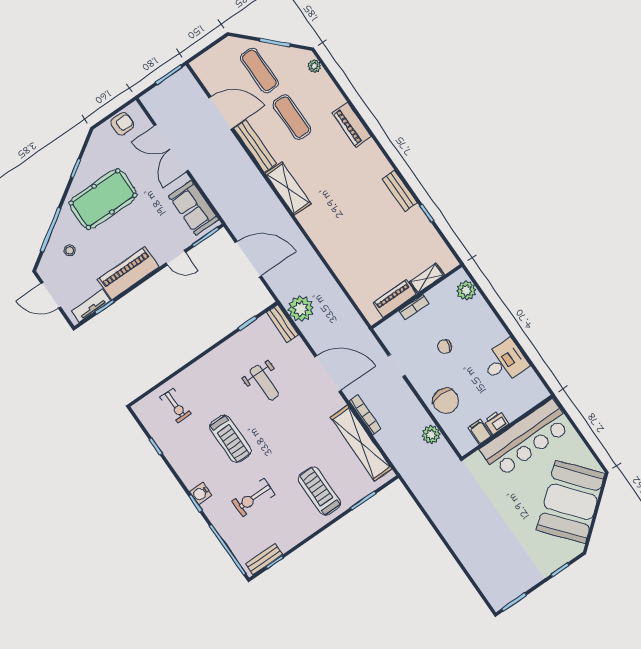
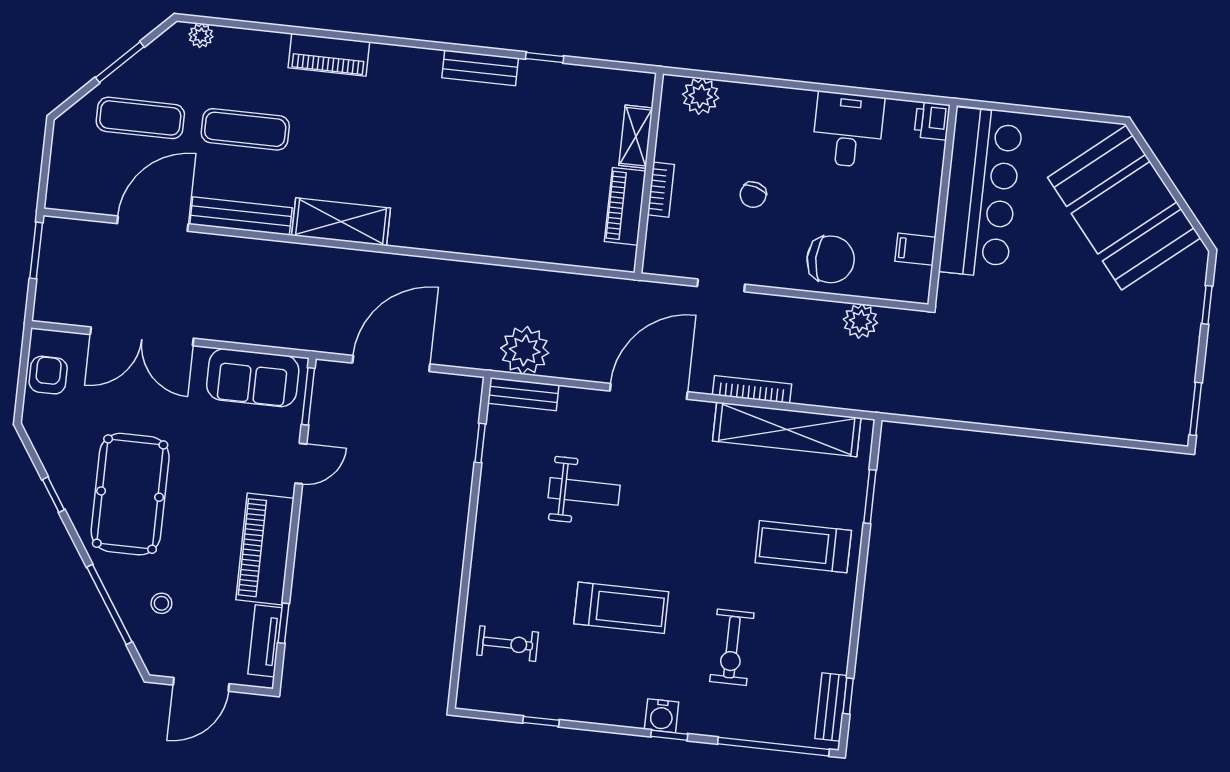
printer: (496, 422) -> (932, 121), moved

